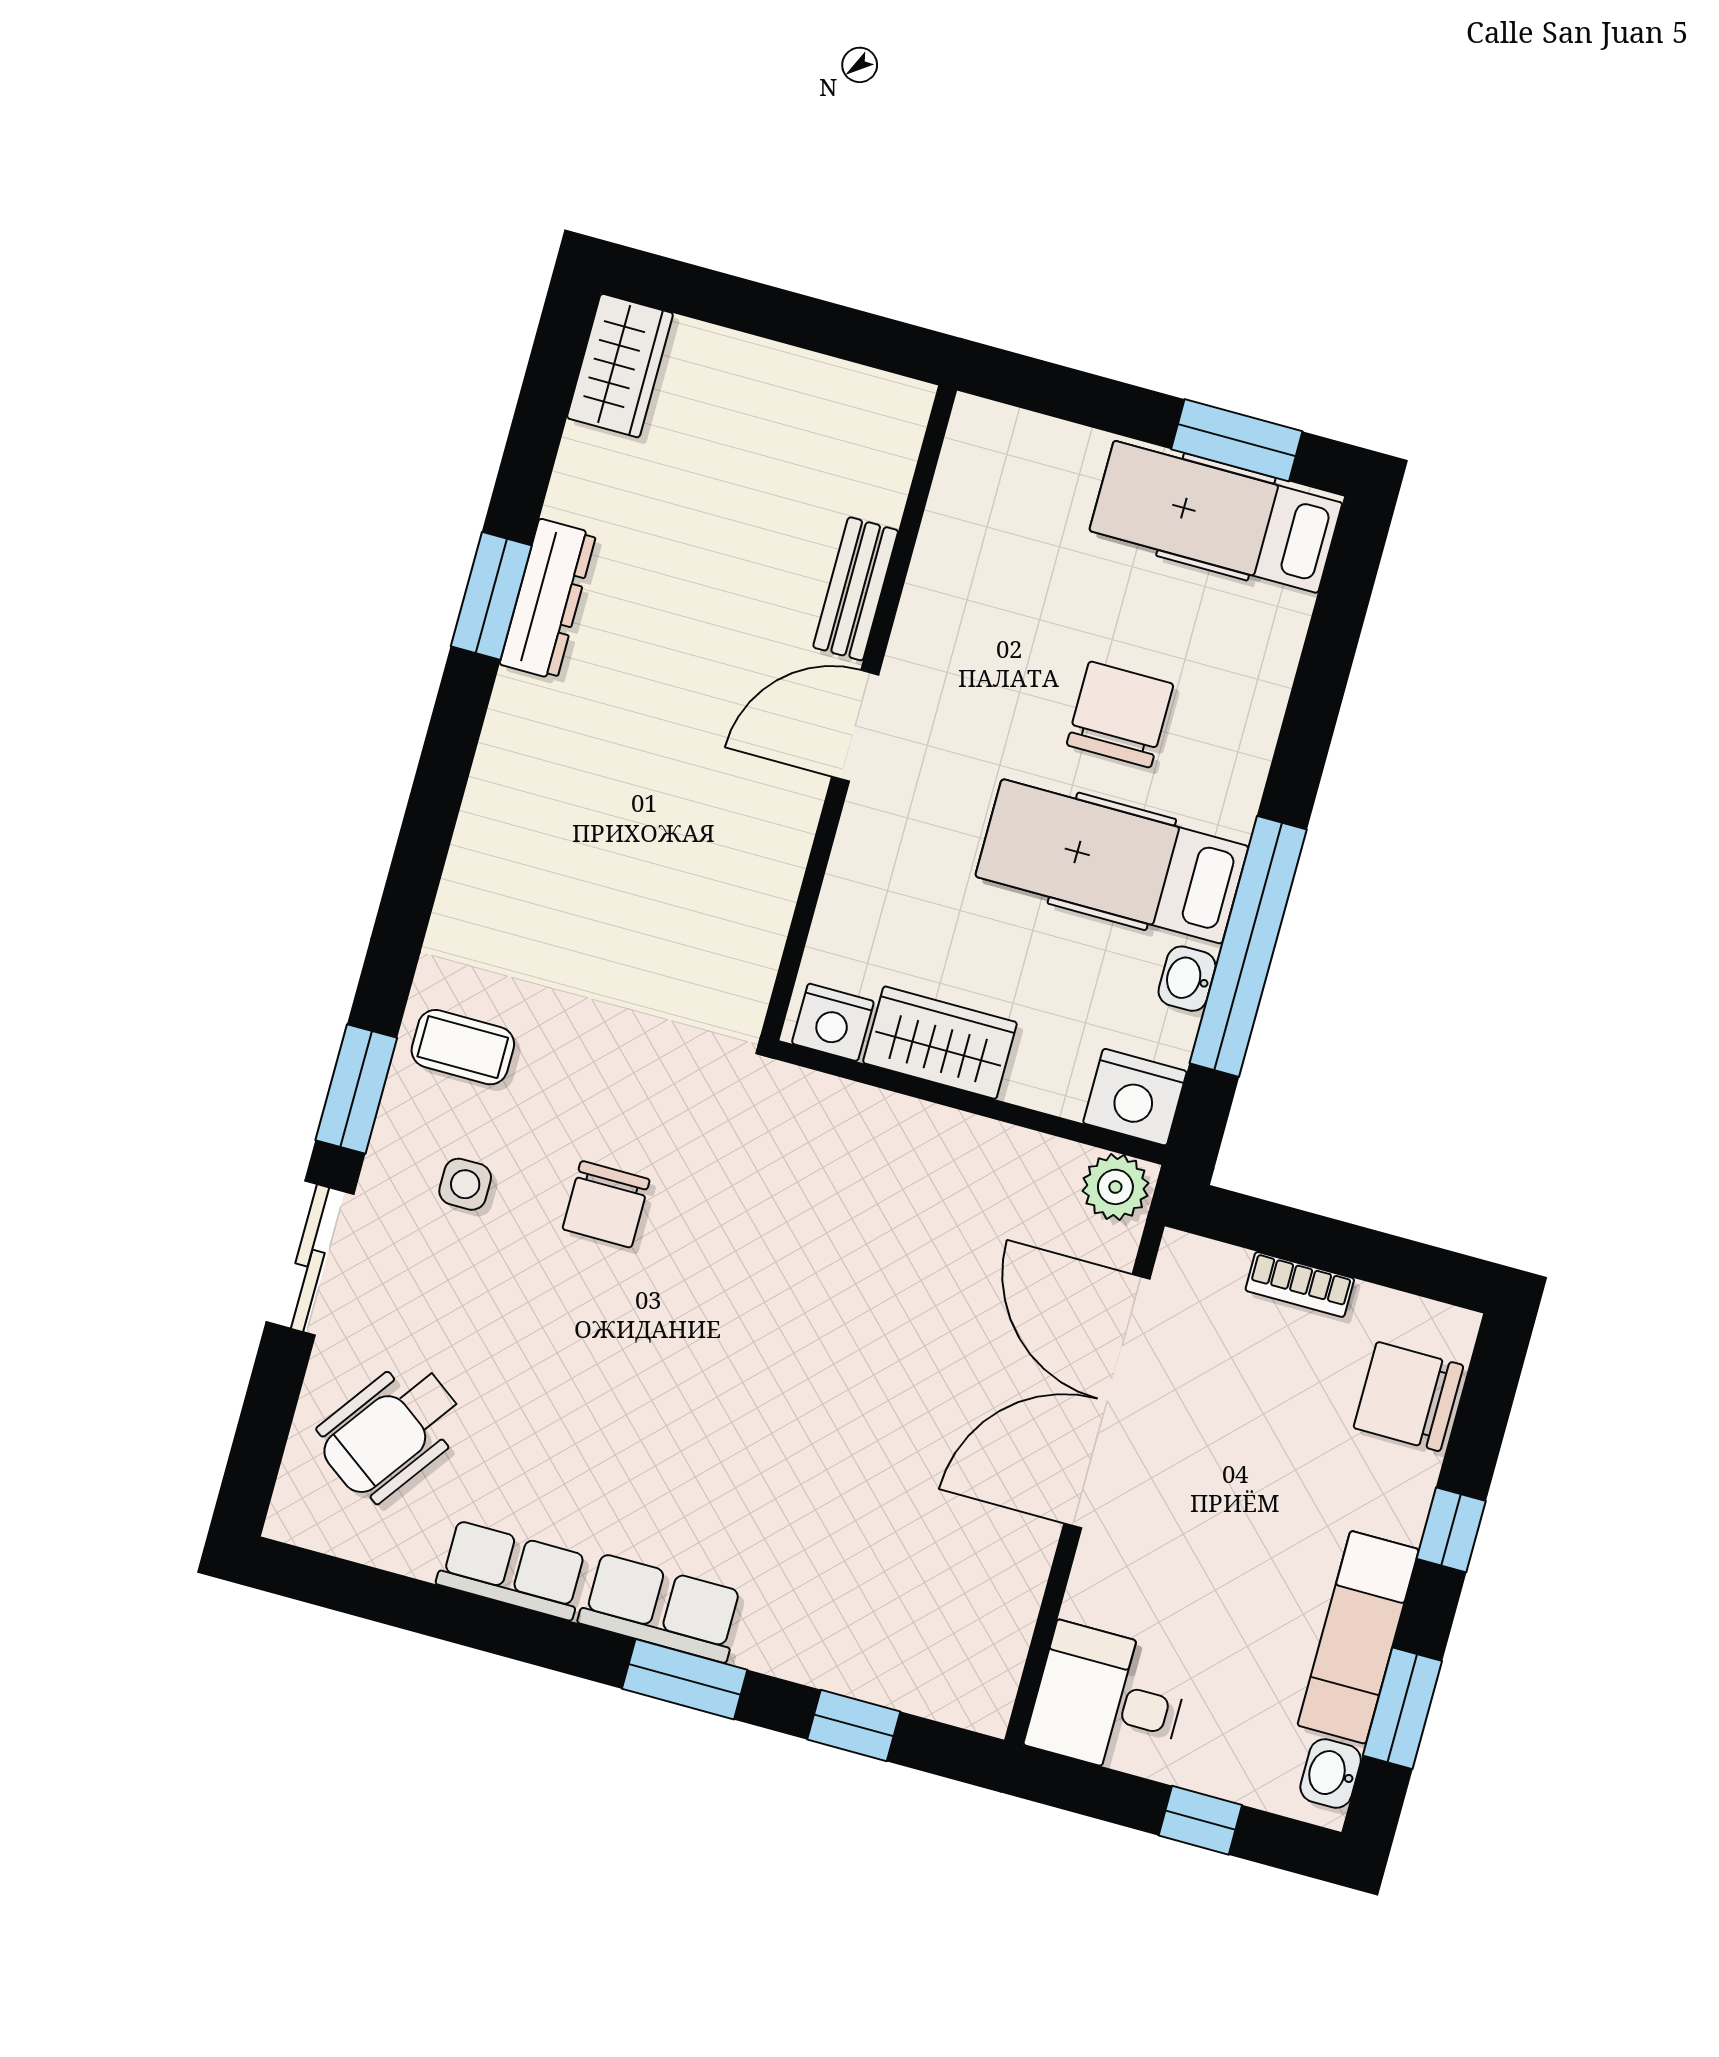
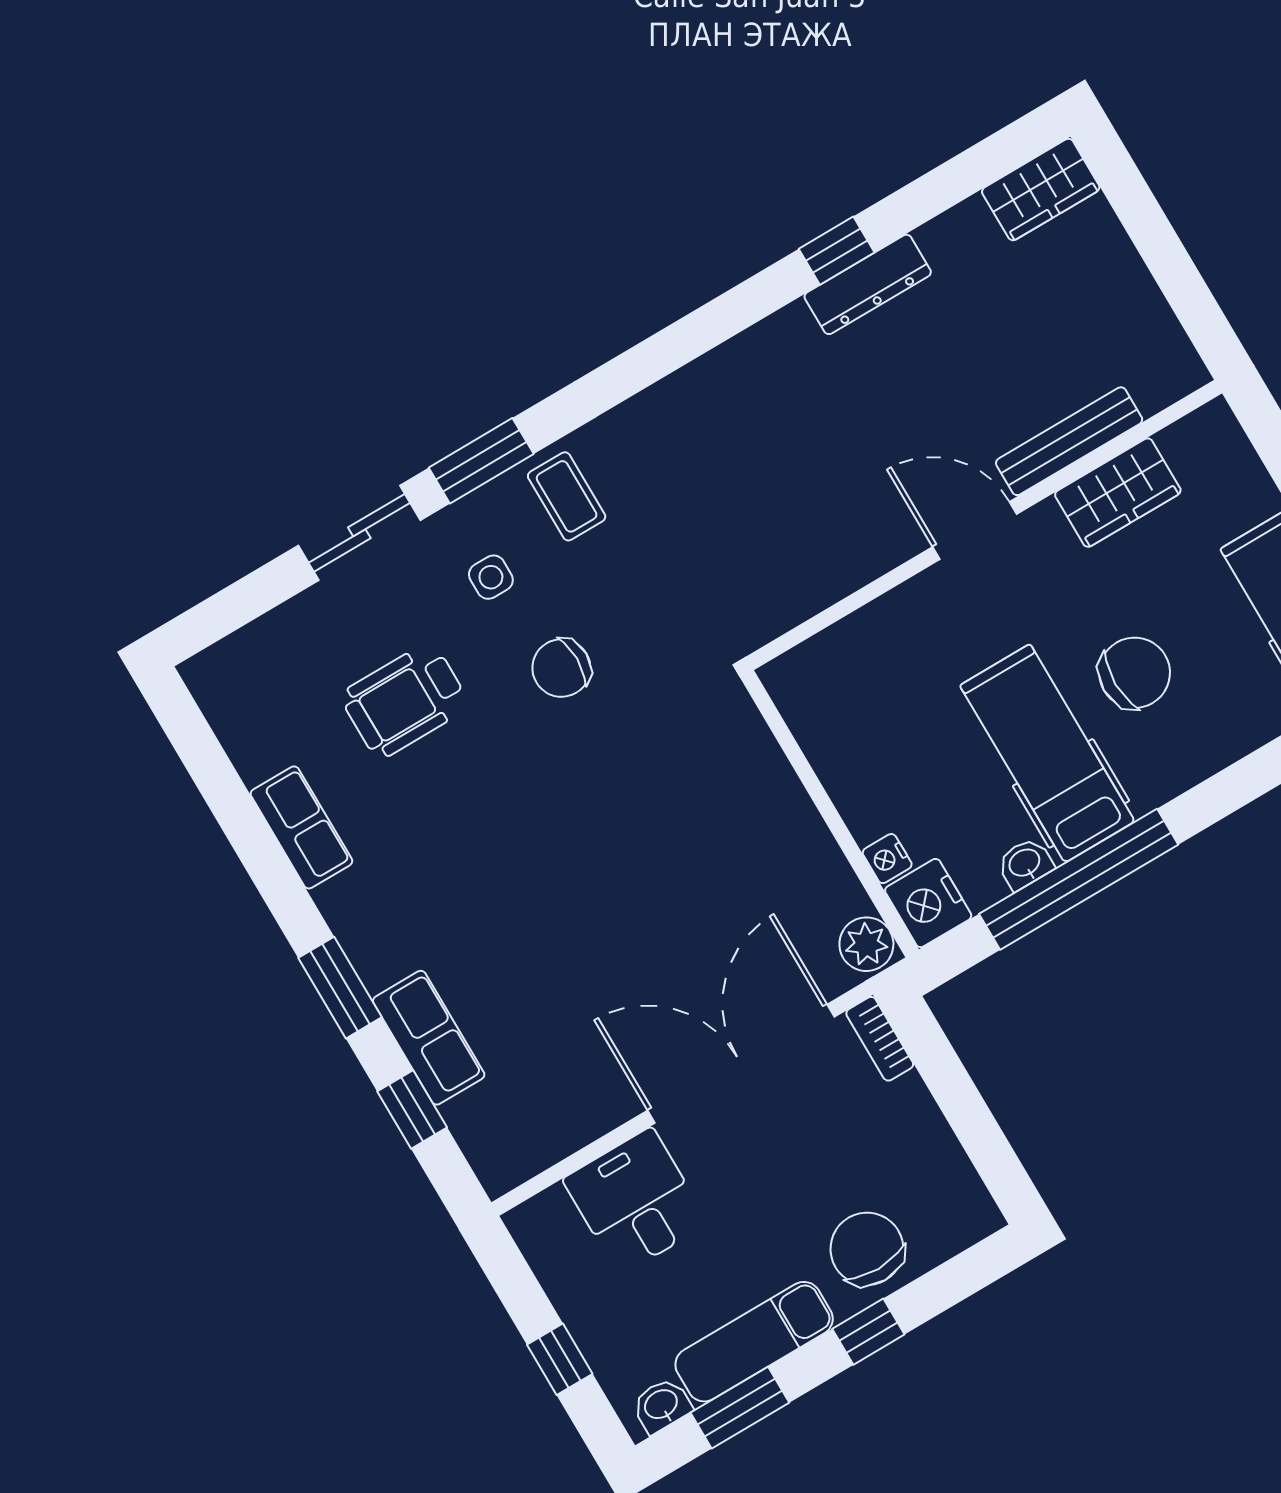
bench: (856, 589) -> (1069, 441), width x1.36
window: (491, 596) -> (837, 251), width x0.67
nightstand: (833, 1022) -> (887, 859), moved, width x0.72, depth x0.74
wardrobe: (940, 1043) -> (1118, 493), moved, turned 90
bookcase: (1300, 1285) -> (880, 1039), moved
chair: (1408, 1397) -> (867, 1249), moved
wheelchair: (391, 1431) -> (405, 700), moved, turned -36
row of seats: (661, 1608) -> (429, 1038), moved
desk: (1108, 1700) -> (636, 1201), moved

